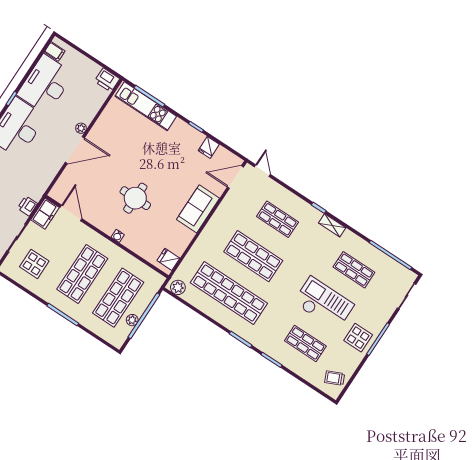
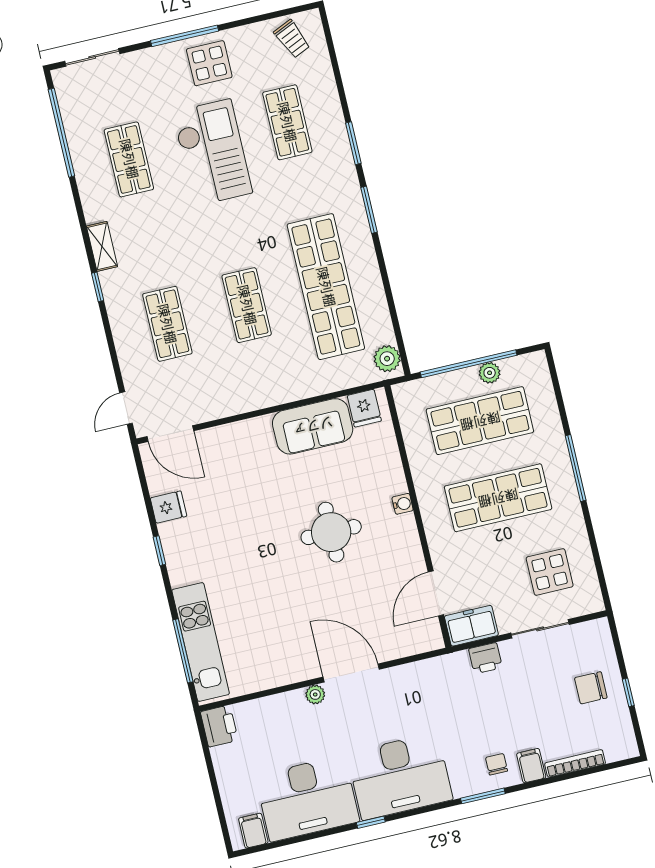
sofa: (198, 209) -> (313, 426), moved
shop shelf: (253, 256) -> (247, 305), width x0.70, depth x0.74
checkout: (324, 304) -> (212, 152), turned 180

